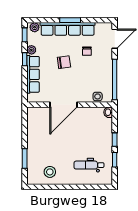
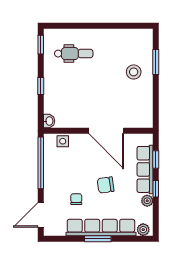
window: (25, 35) -> (156, 159), moved
door: (63, 105) -> (106, 131), swing flipped
window: (115, 160) -> (41, 45), moved
stool: (50, 172) -> (134, 72), moved

